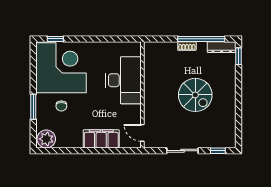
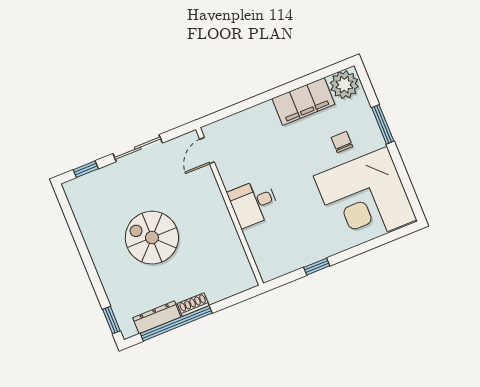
window: (55, 39) -> (317, 267), moved
dresser: (222, 47) -> (157, 317), moved
desk: (123, 80) -> (254, 203), width x0.53, depth x0.77
door: (142, 133) -> (207, 151), swing flipped
filing cabinet: (101, 139) -> (303, 101), moved

